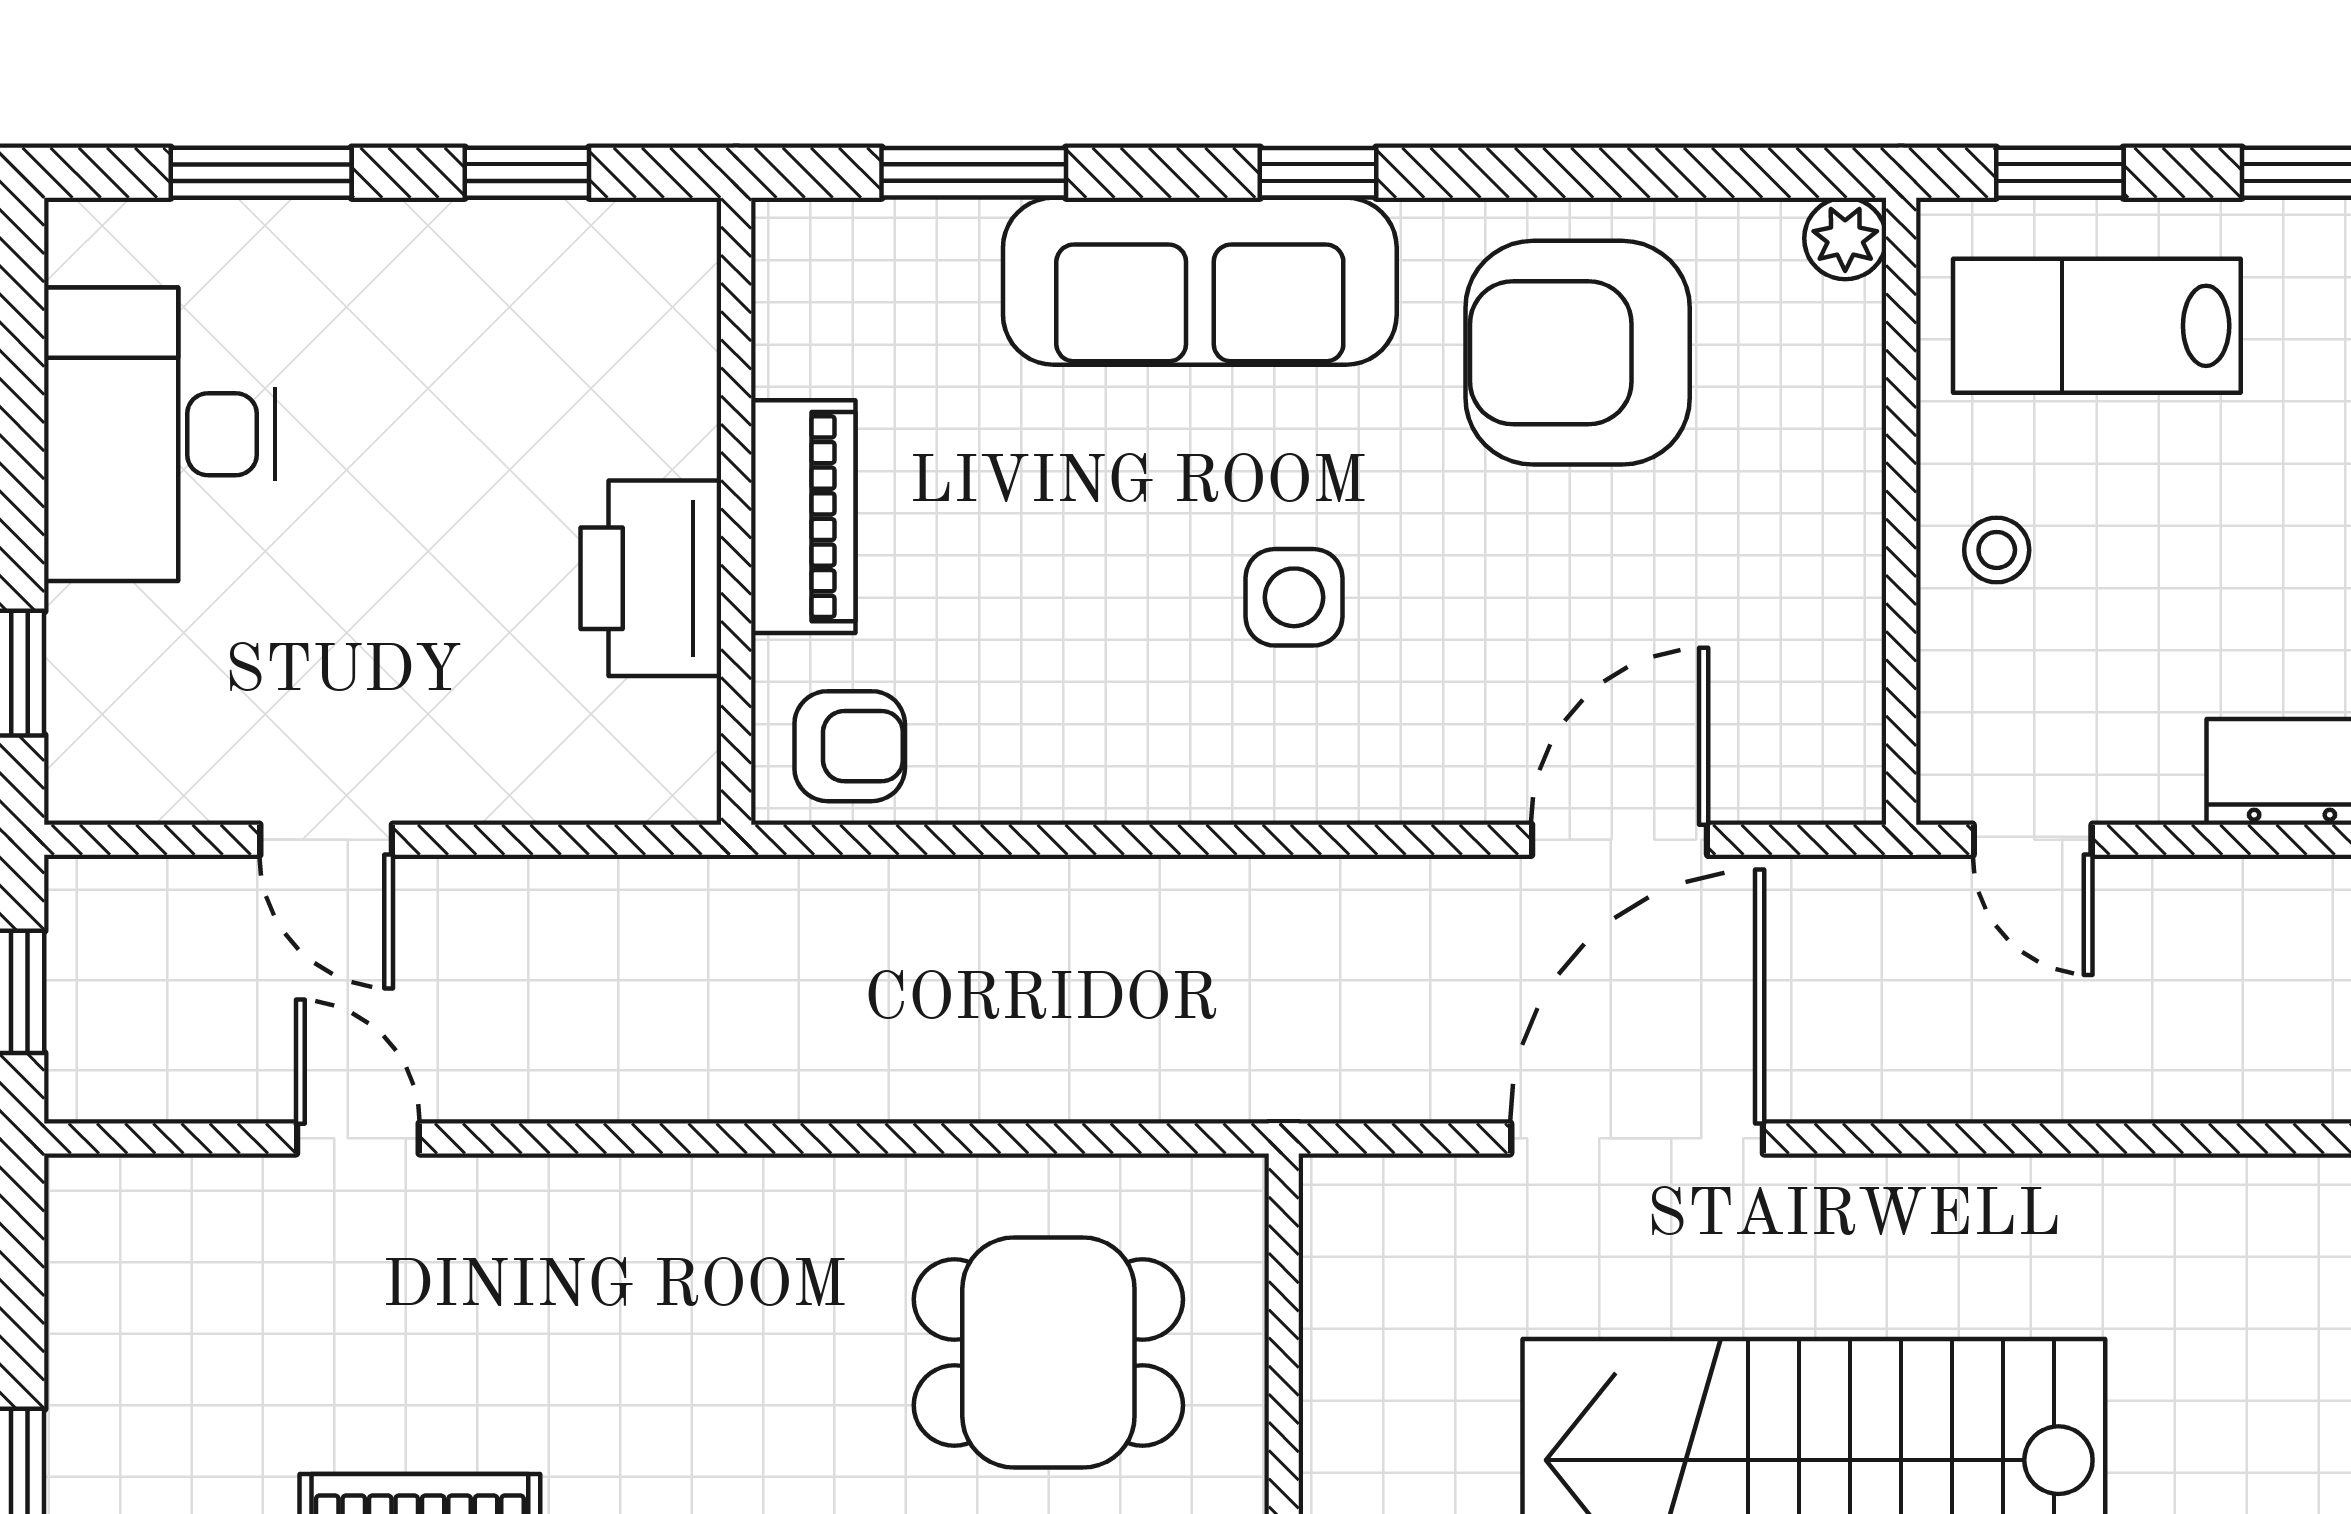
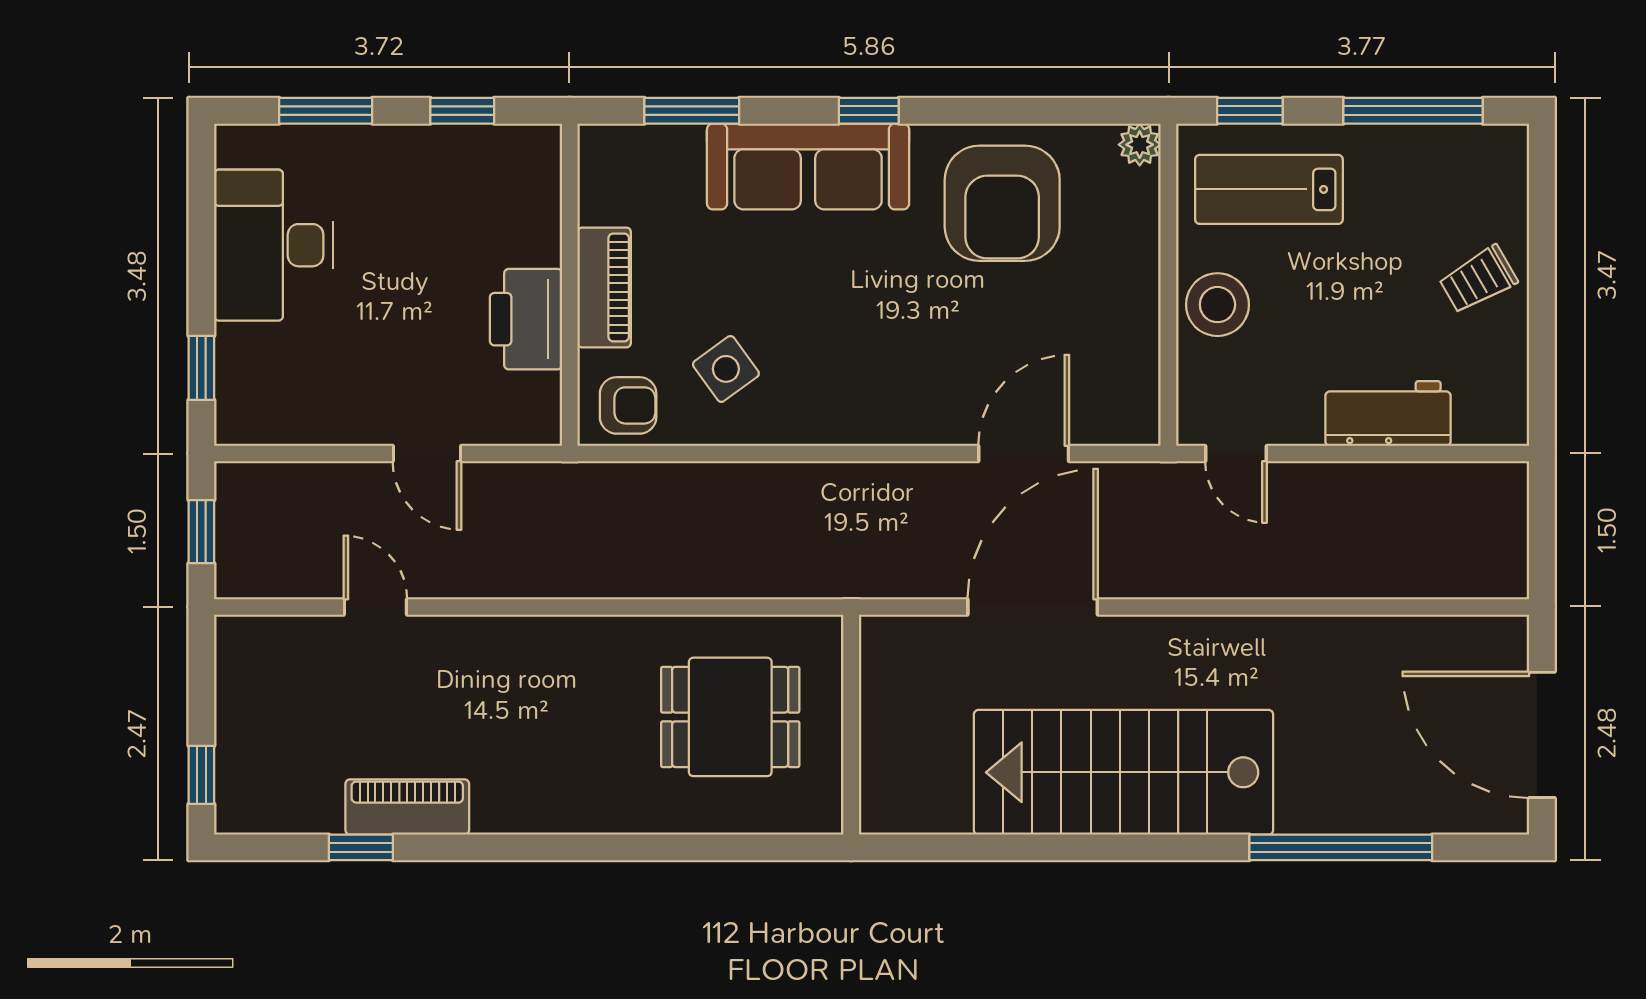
armchair: (1578, 353) -> (1002, 203), turned -90
stool: (1997, 550) -> (1217, 305), width x1.89, depth x1.89
side table: (1294, 597) -> (726, 369), moved, turned -36
door: (326, 840) -> (427, 453), moved

